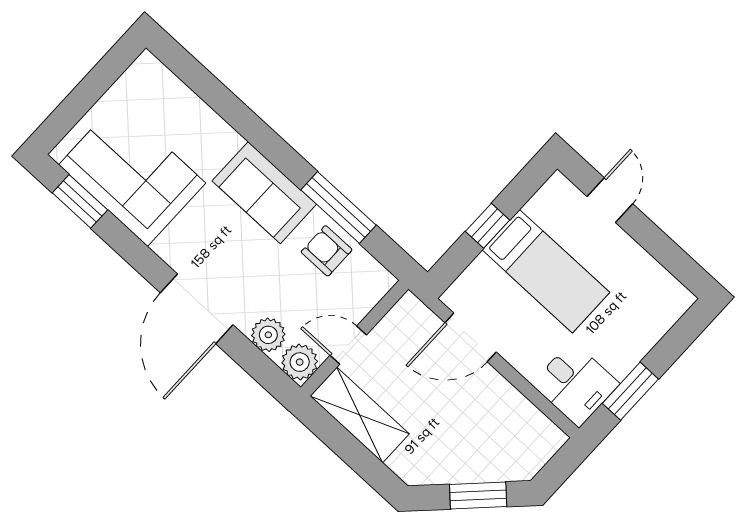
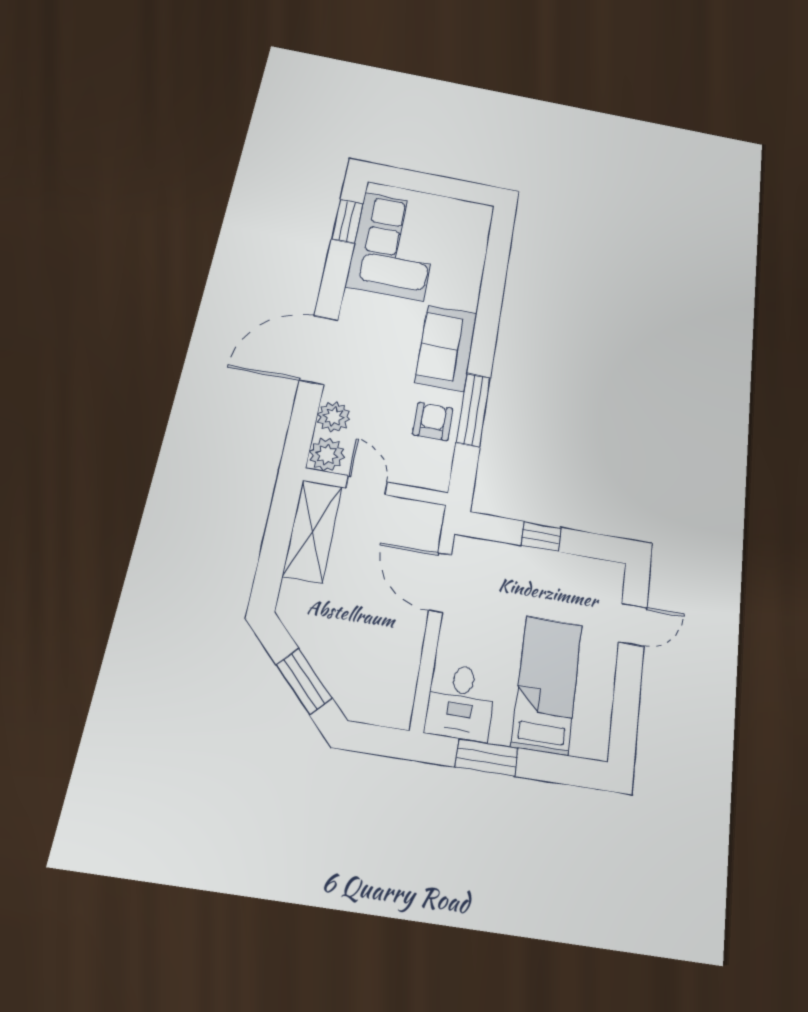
bed: (546, 271) -> (547, 685), moved, turned 180

